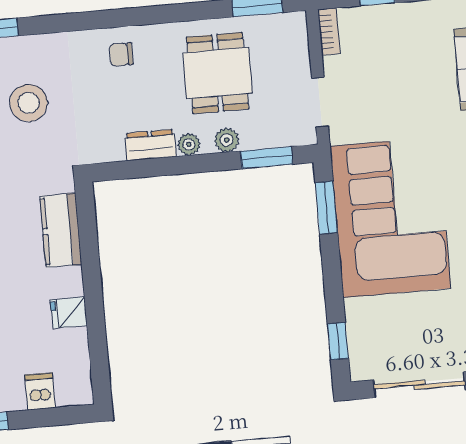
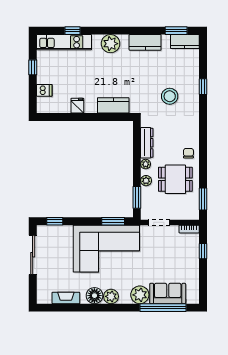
chair: (121, 54) -> (188, 153), moved
dresser: (151, 145) -> (147, 143), width x1.44

